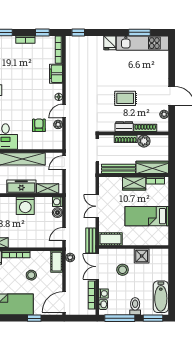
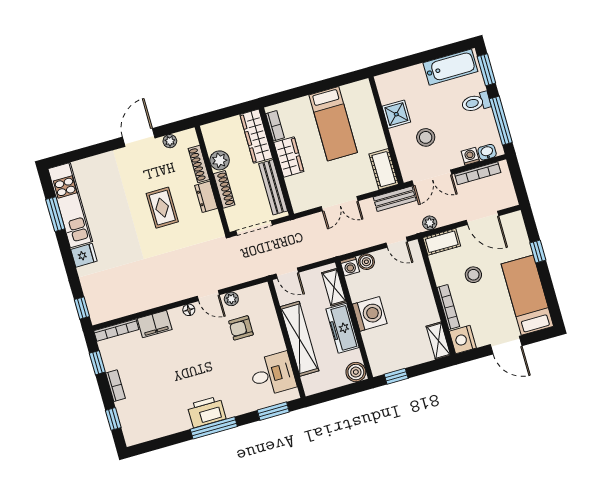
door: (64, 302) -> (483, 218), moved

